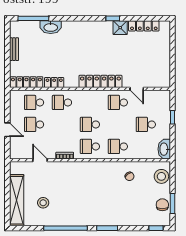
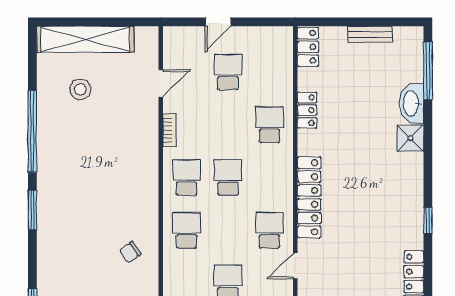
shower: (120, 28) -> (411, 138), moved
locker: (26, 82) -> (308, 47), width x0.66
school desk: (34, 102) -> (270, 72), removed

